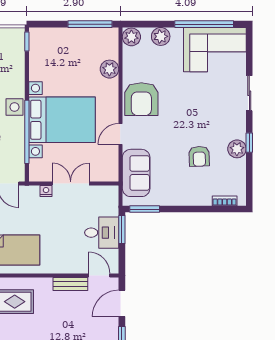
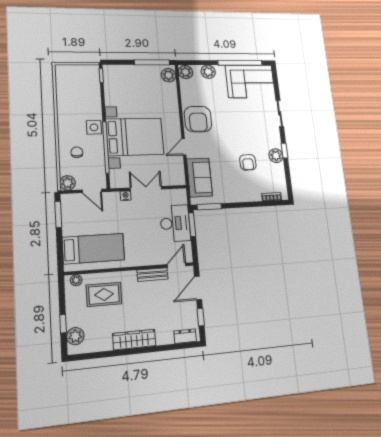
plant: (109, 69) -> (169, 75), moved
desk: (102, 233) -> (175, 223), width x1.37
door: (99, 276) -> (177, 265), hinge flipped

